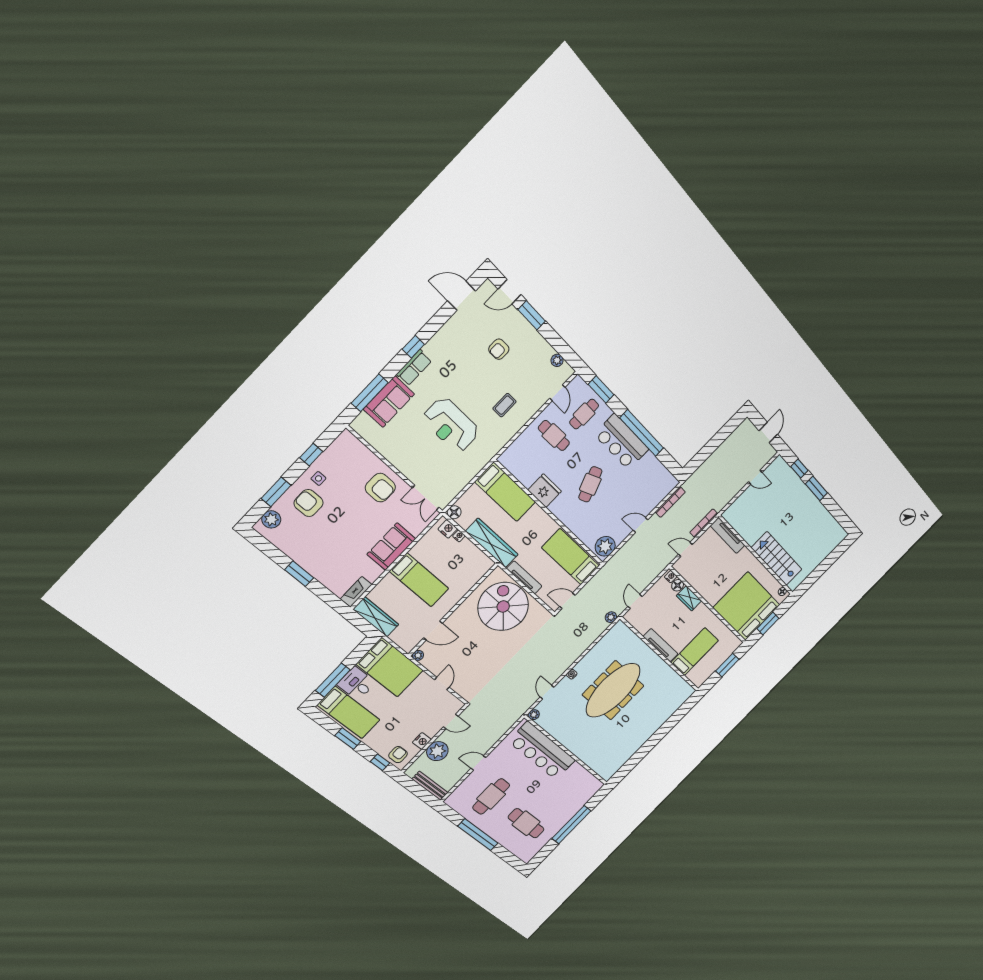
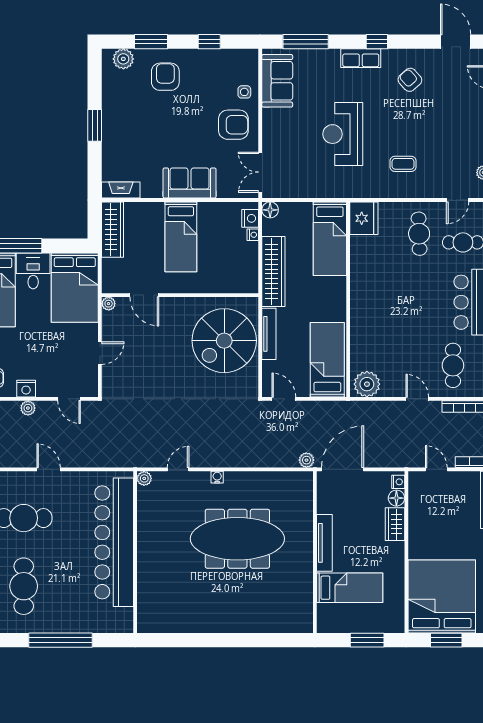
armchair: (499, 349) -> (410, 80), moved, turned 48
sofa: (389, 402) -> (277, 81), moved, turned -90
side table: (318, 478) -> (244, 92), moved
cafe table: (590, 484) -> (453, 365), moved, turned -68
armchair: (380, 488) -> (233, 125), turned -90
fridge: (545, 491) -> (364, 218), moved
door: (635, 601) -> (343, 469), width x1.88
spiral stairs: (503, 607) -> (224, 341), turned 180
plant: (437, 751) -> (28, 408), width x0.53, depth x0.53
bar counter: (542, 751) -> (114, 542), width x1.36

